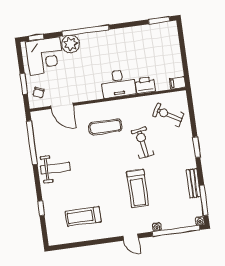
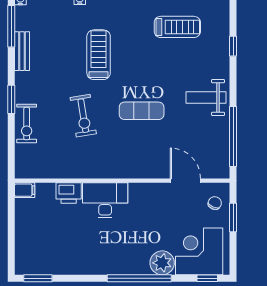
exercise bike: (168, 115) -> (27, 124), moved, turned 60
exercise mat: (105, 127) -> (142, 111), moved

